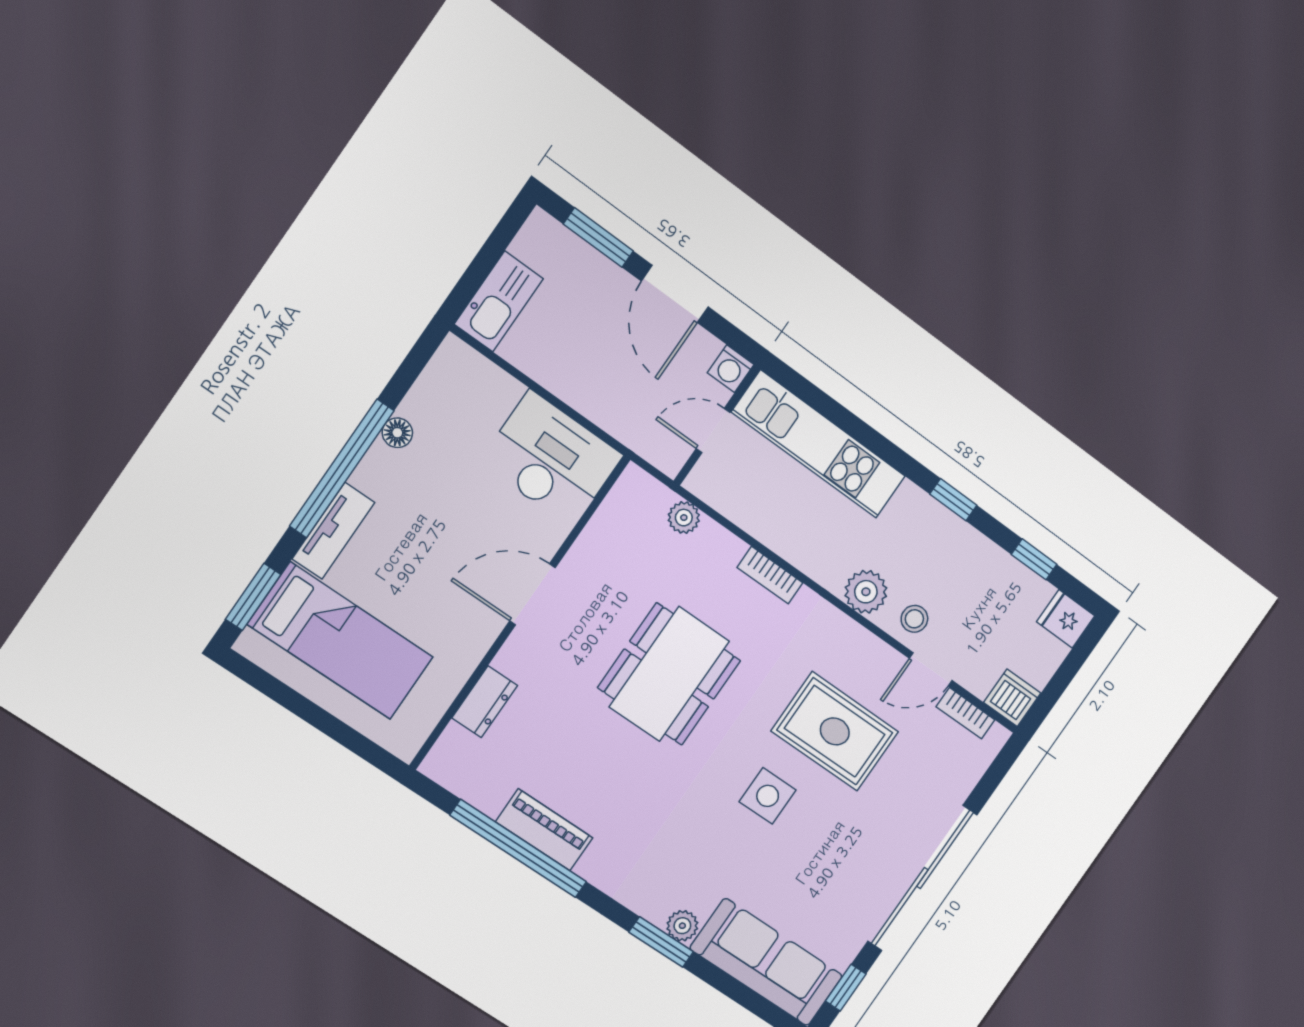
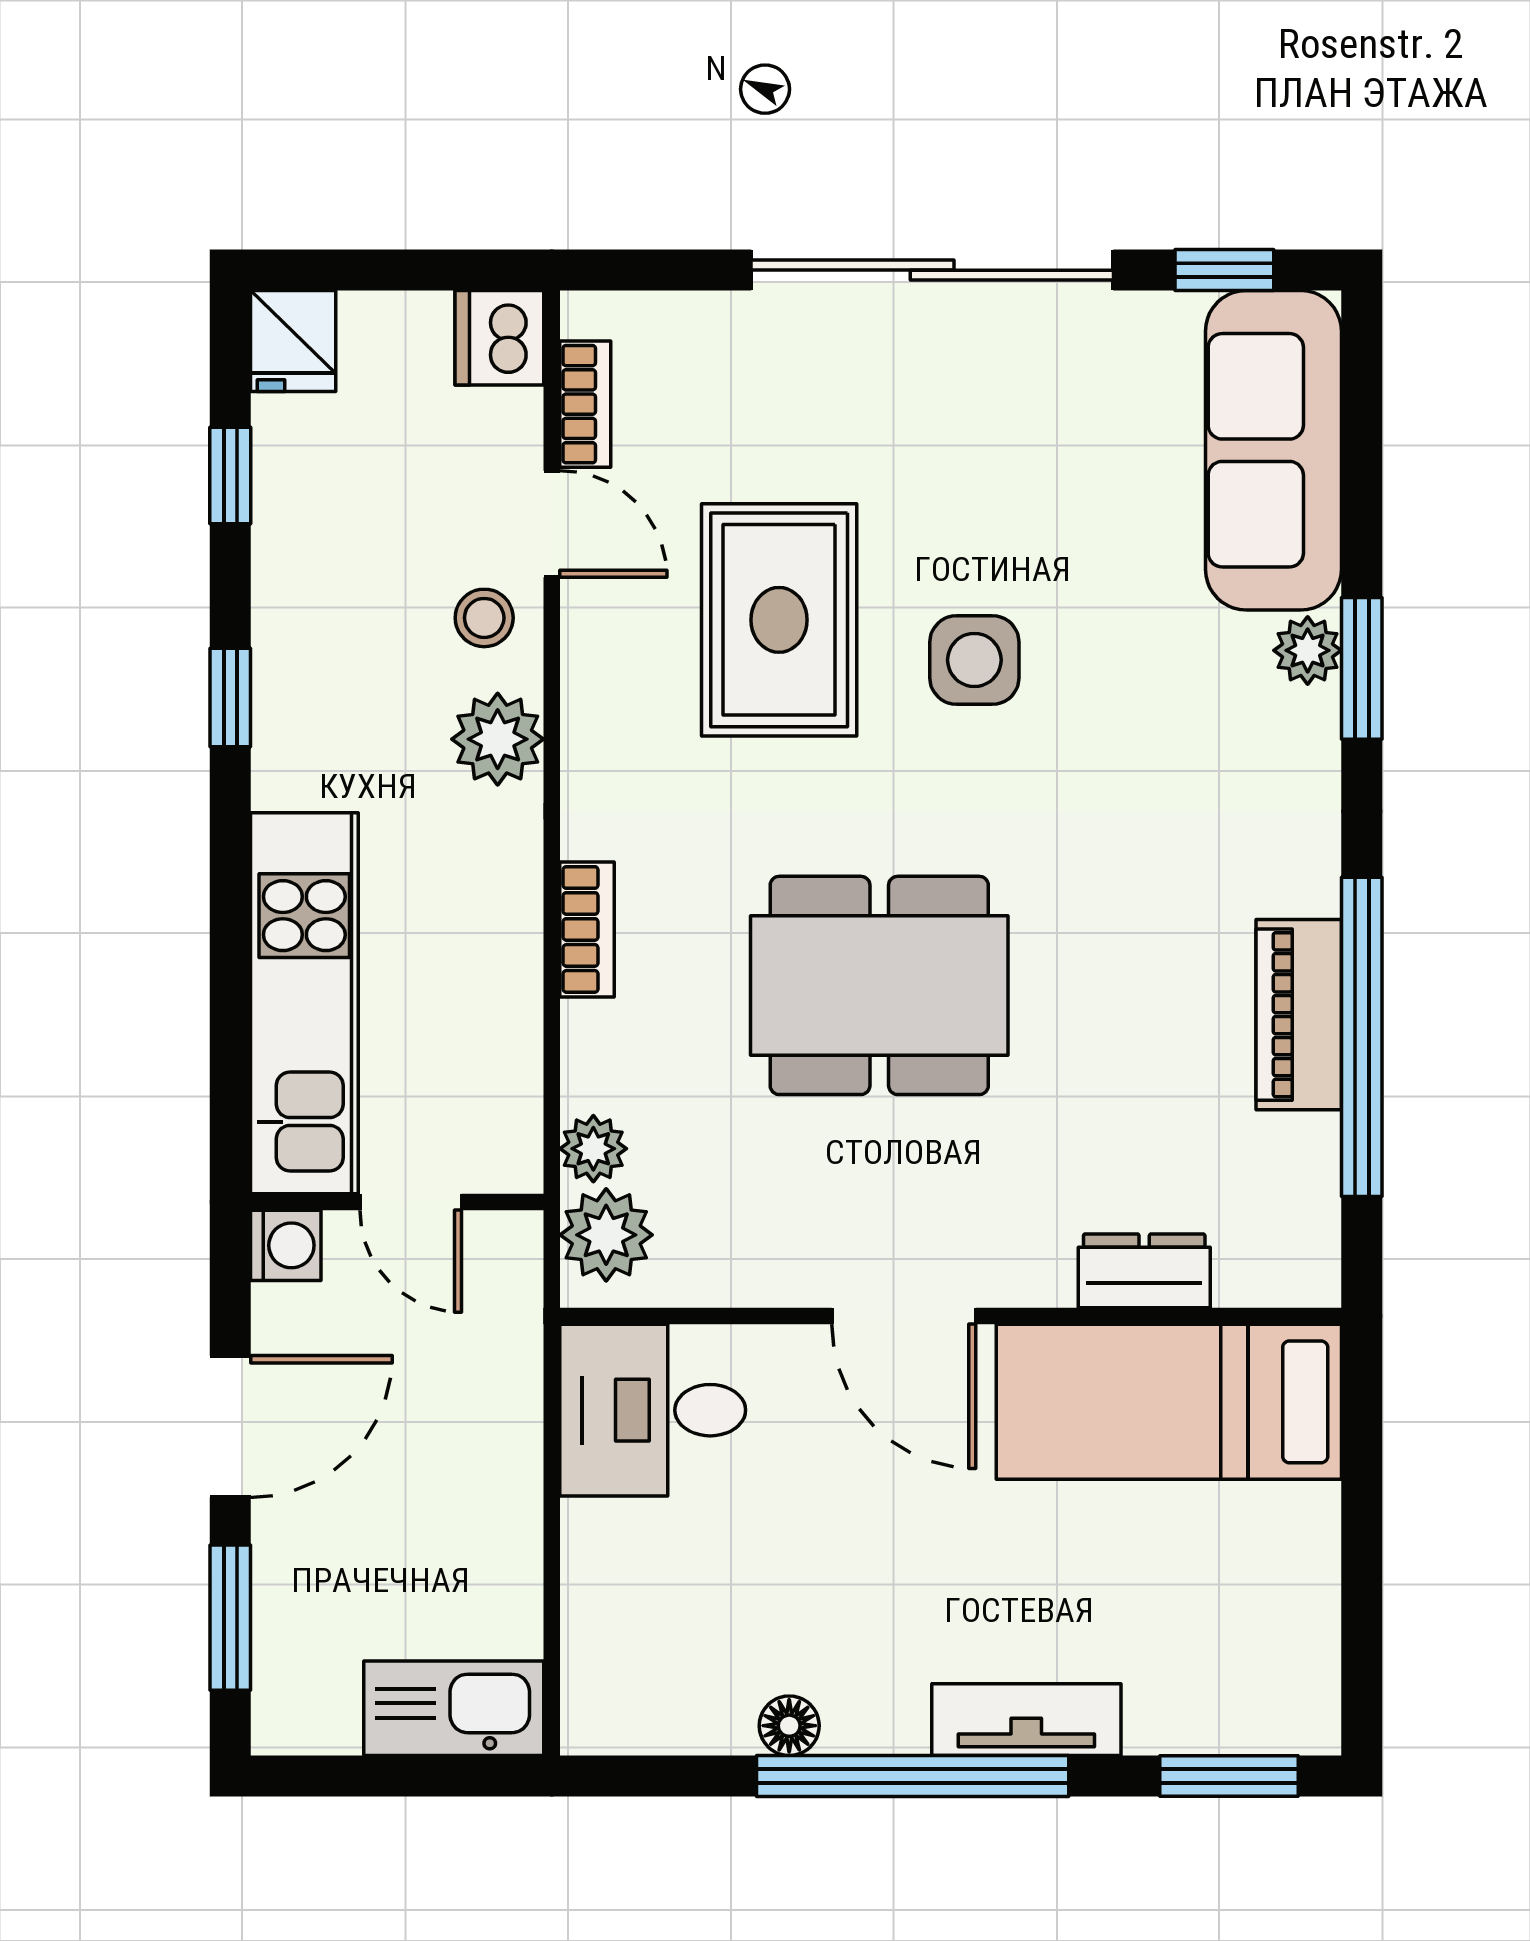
desk: (551, 459) -> (653, 1410), width x0.73
plant: (647, 499) -> (606, 1235), added
bed: (341, 641) -> (1169, 1402), moved, turned -90

